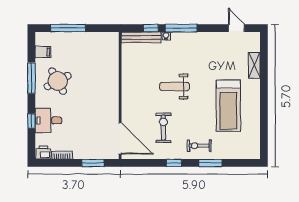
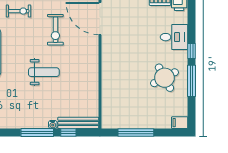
window: (68, 28) -> (136, 132), moved
filing cabinet: (43, 52) -> (180, 123), moved
window: (31, 121) -> (192, 51), moved

